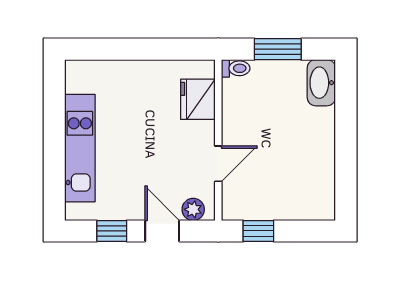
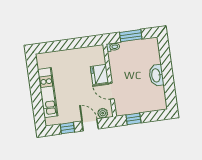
washbasin: (321, 83) -> (156, 75), moved
fridge: (198, 99) -> (99, 74), moved
door: (218, 164) -> (111, 91), swing flipped

